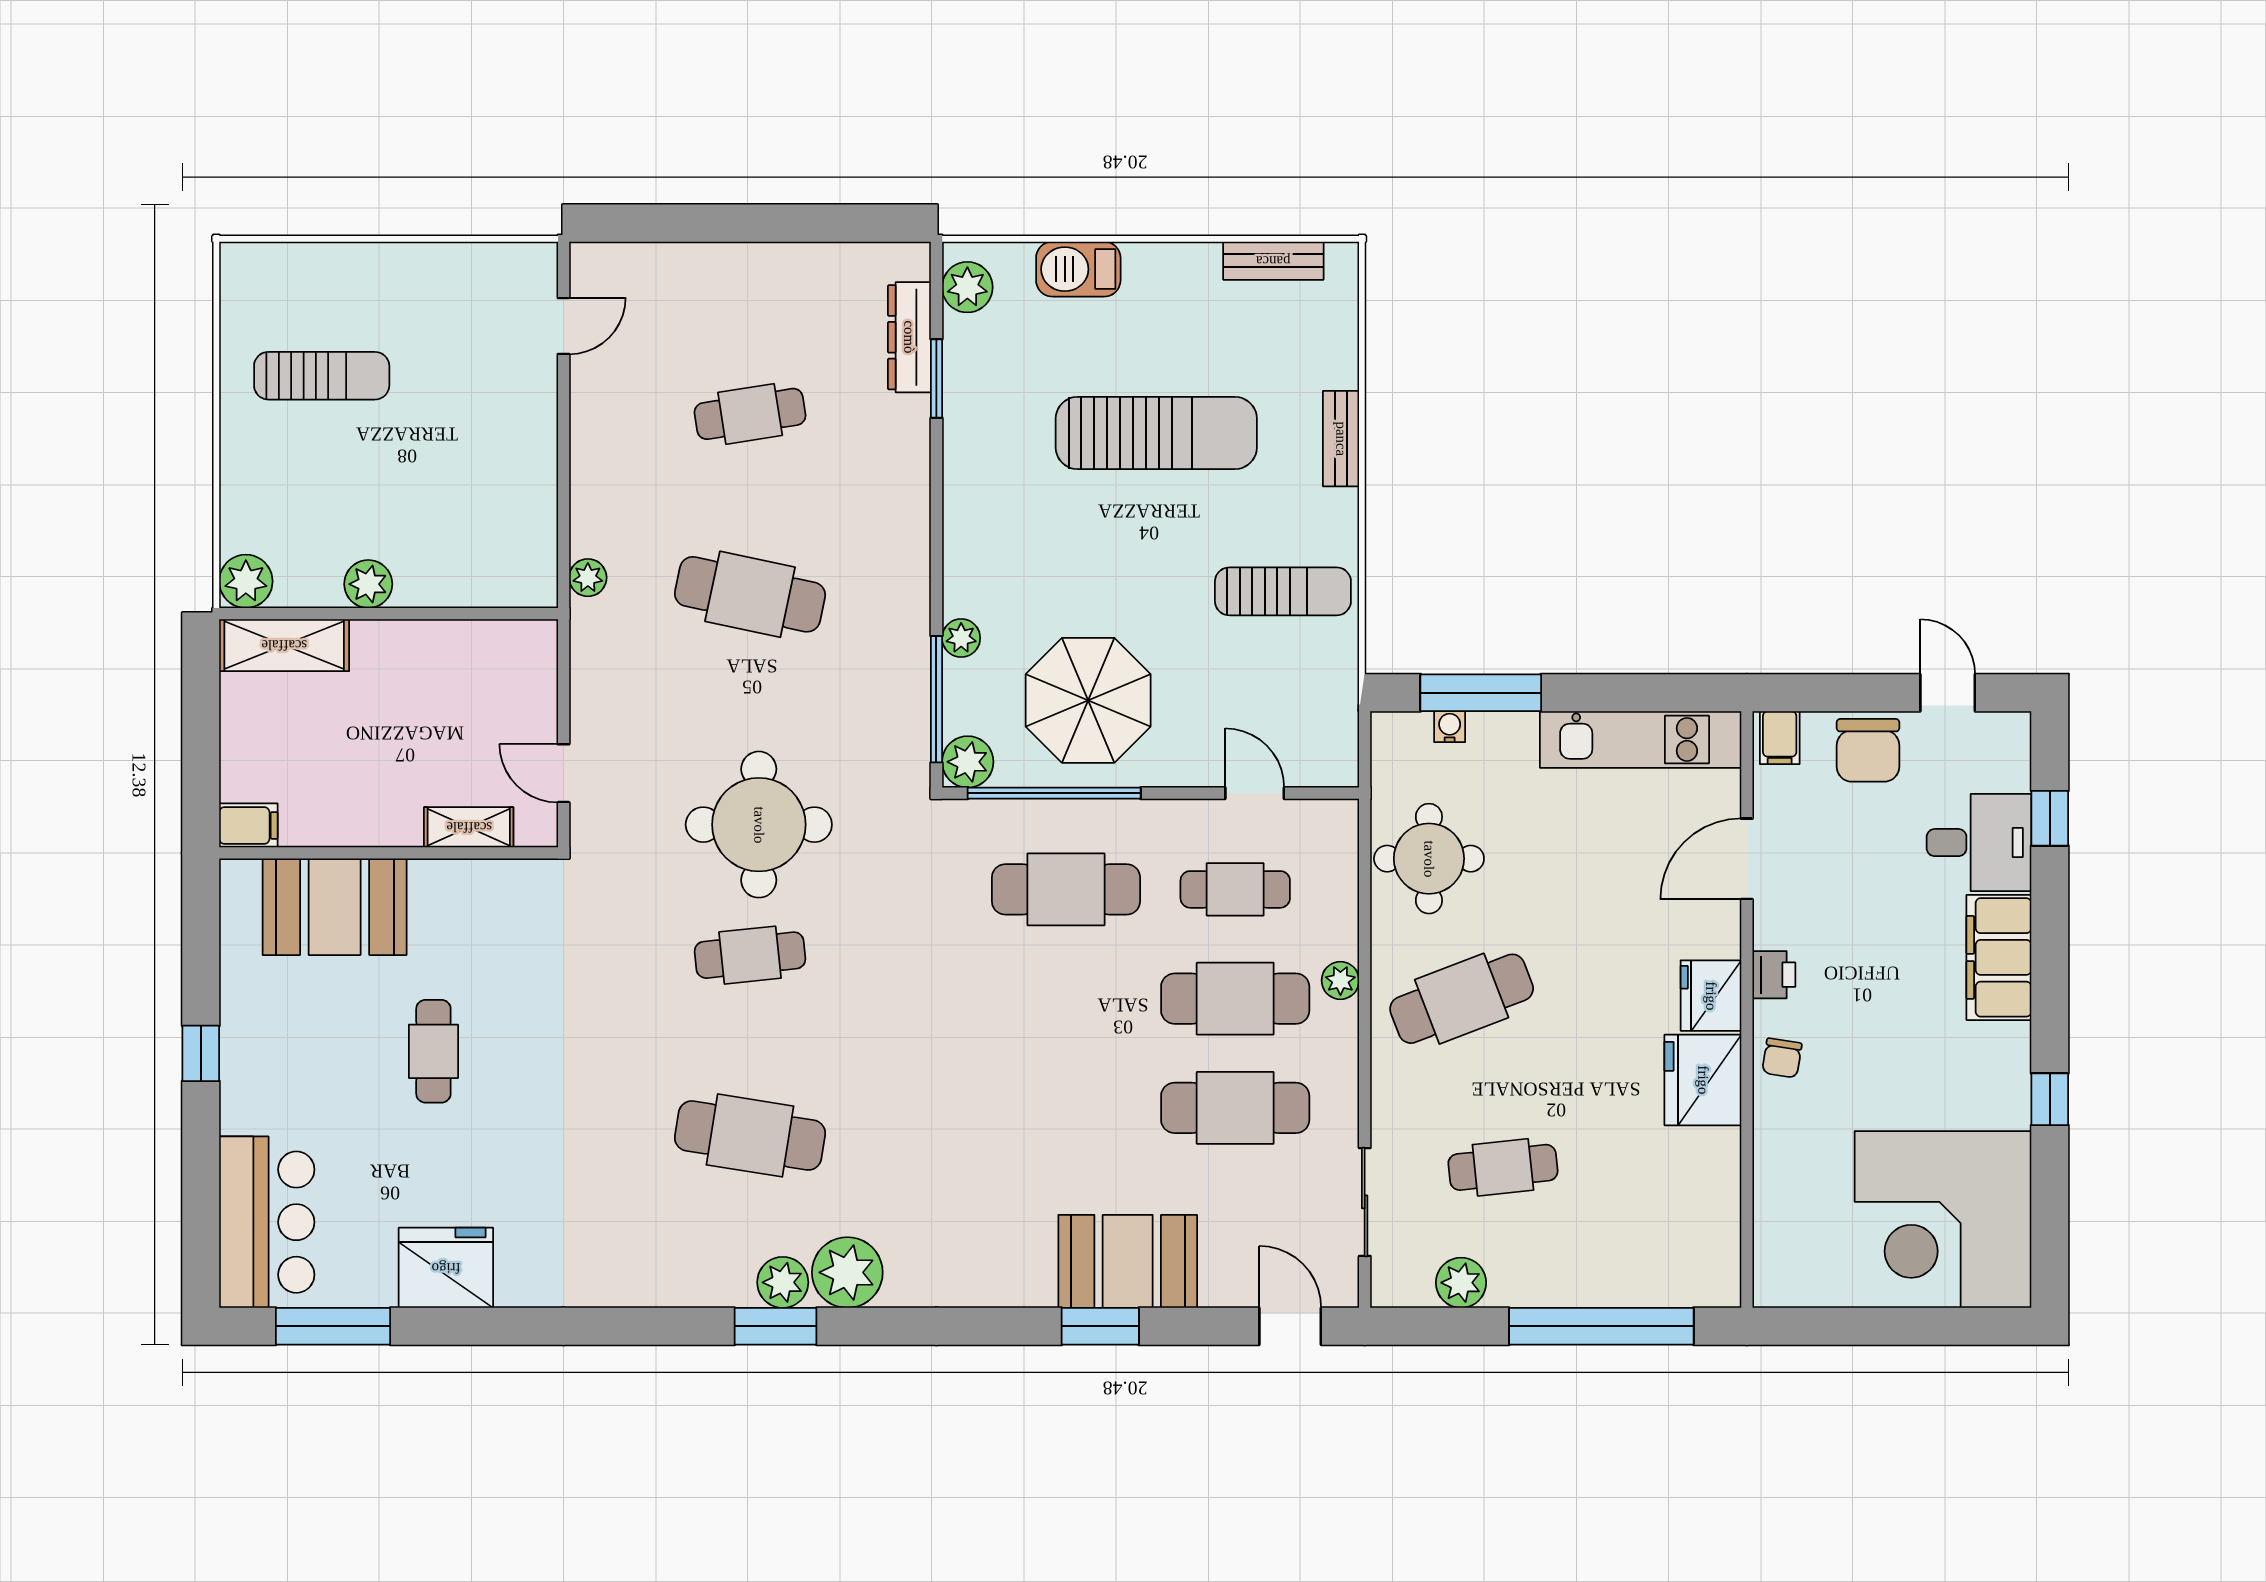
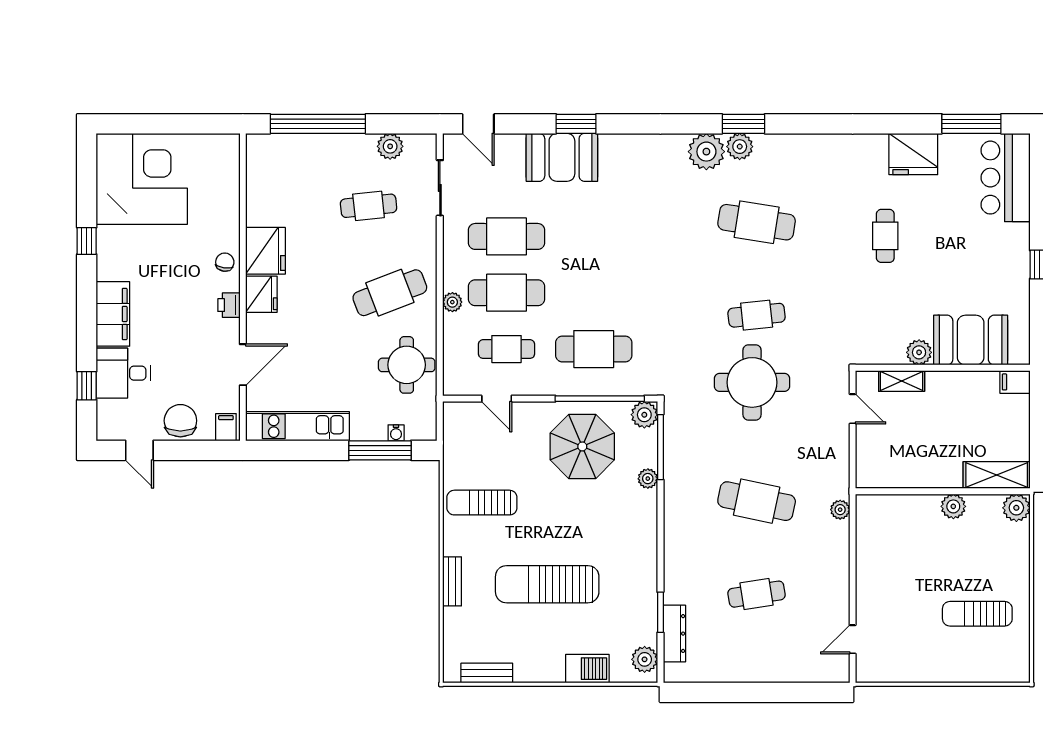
plant: (435, 883) -> (919, 352), added
cafe table: (433, 1051) -> (885, 236), moved

